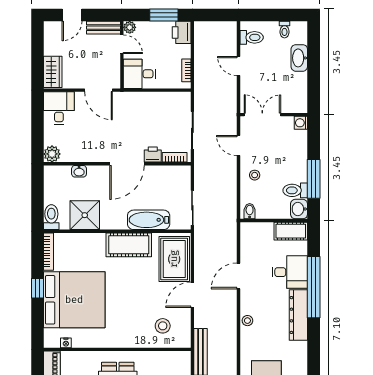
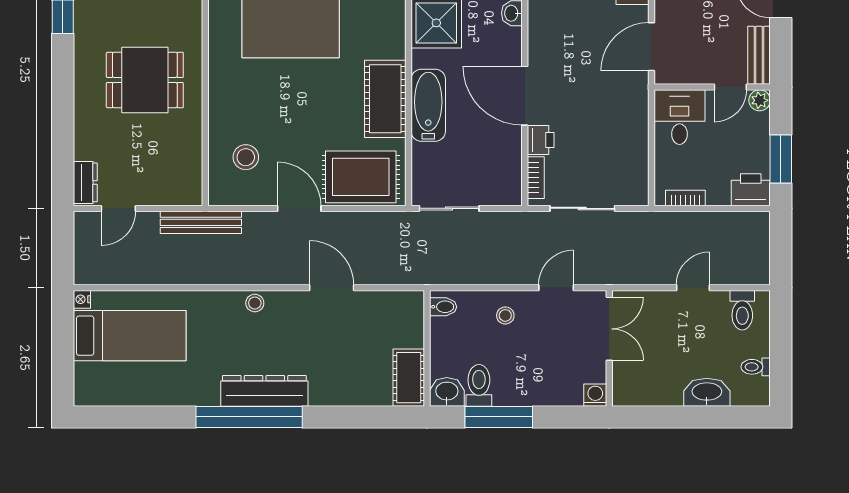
bathtub: (149, 220) -> (428, 105), moved
desk: (290, 272) -> (338, 376), removed
window: (314, 287) -> (249, 417), moved

